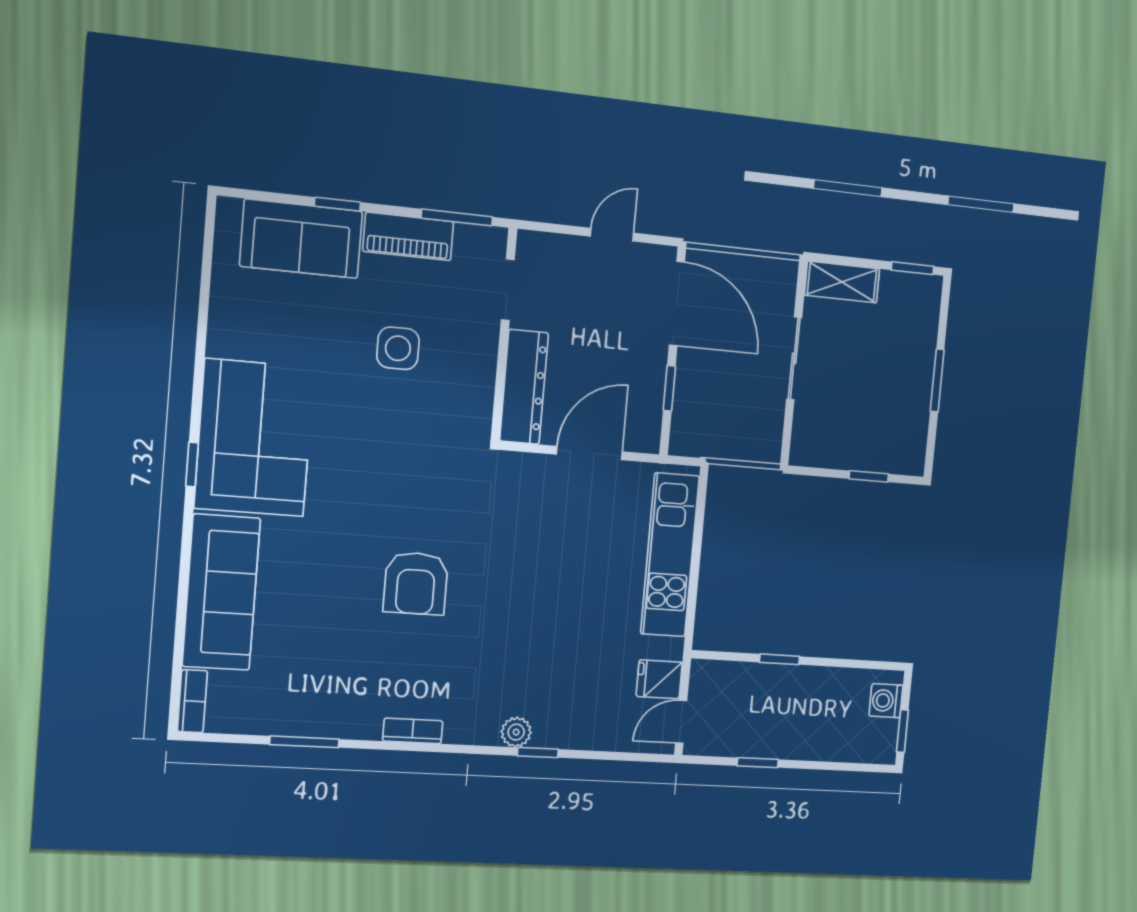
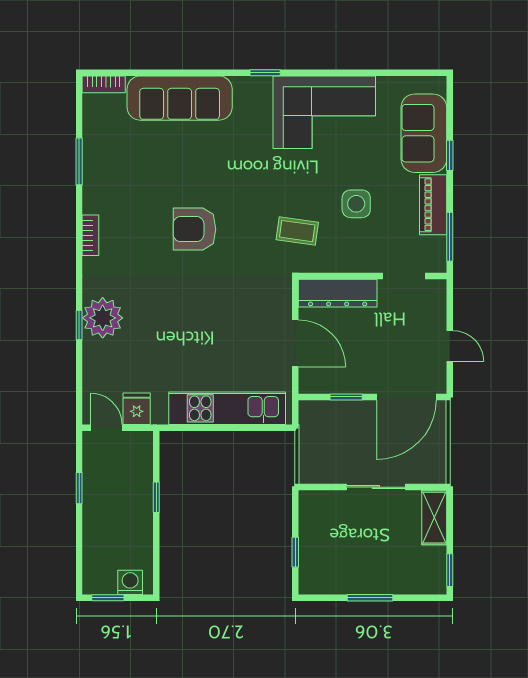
coffee table: (431, 437) -> (297, 231), added
corner sofa: (254, 438) -> (324, 112), moved
plant: (516, 732) -> (103, 318), width x1.88, depth x1.88

